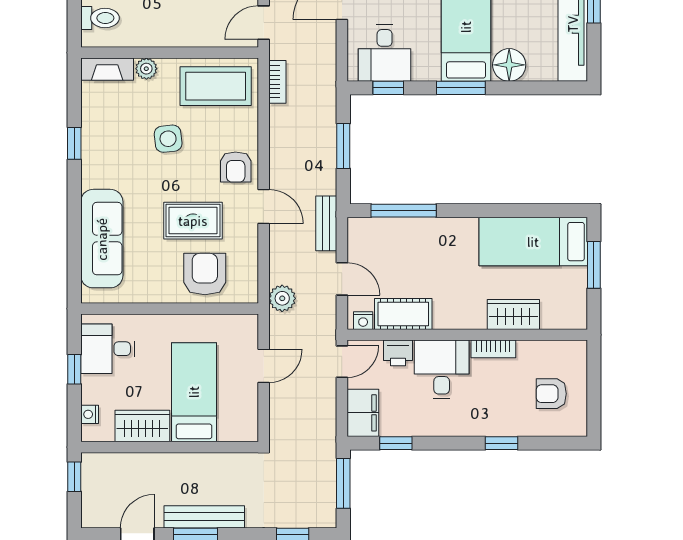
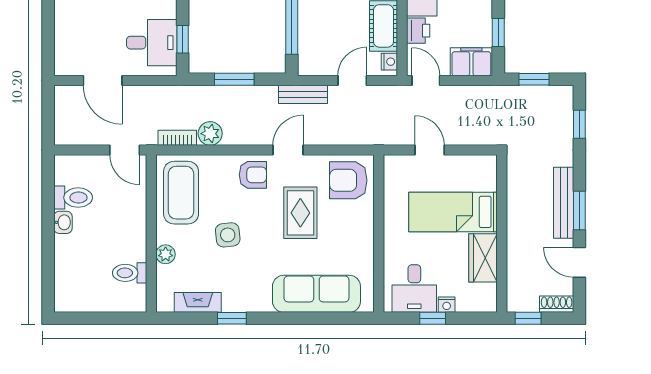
toilet: (100, 18) -> (130, 273), moved, turned -90
fireplace: (107, 69) -> (198, 302), moved, turned -90
armchair: (205, 274) -> (348, 180), moved
plant: (282, 298) -> (210, 134), moved
nightstand: (90, 414) -> (447, 305), moved
window: (343, 483) -> (534, 79), width x0.67
shoe rack: (90, 509) -> (557, 304), added

